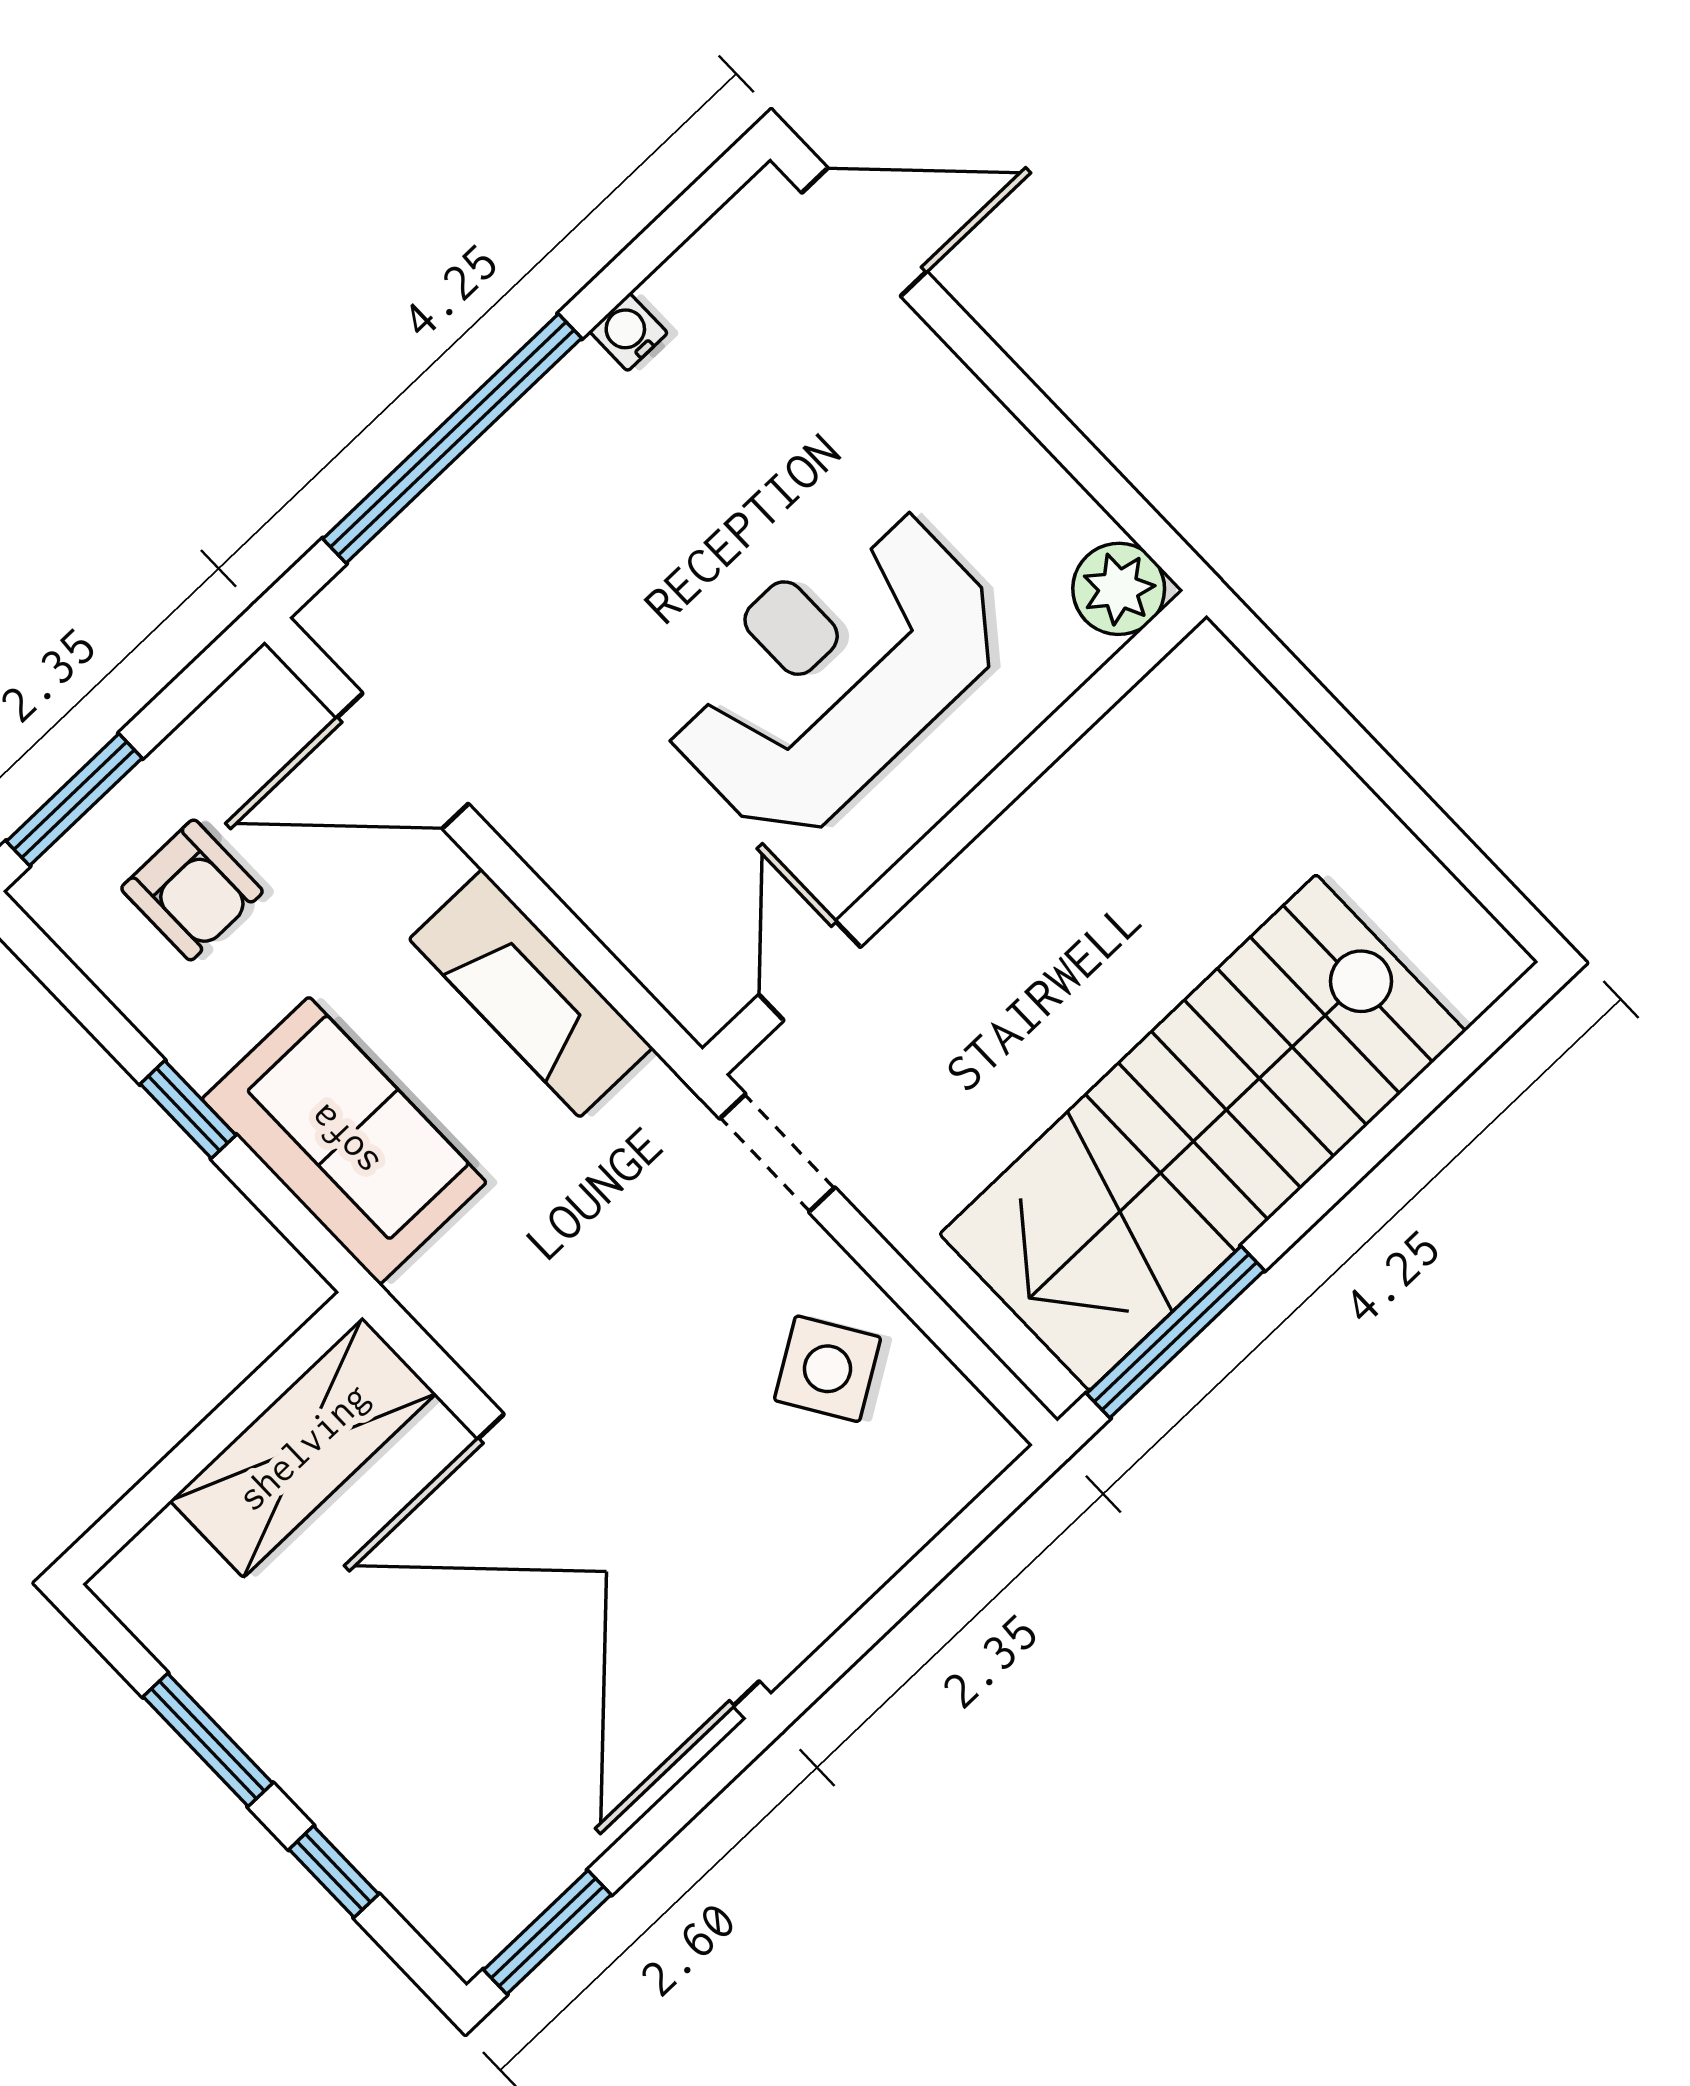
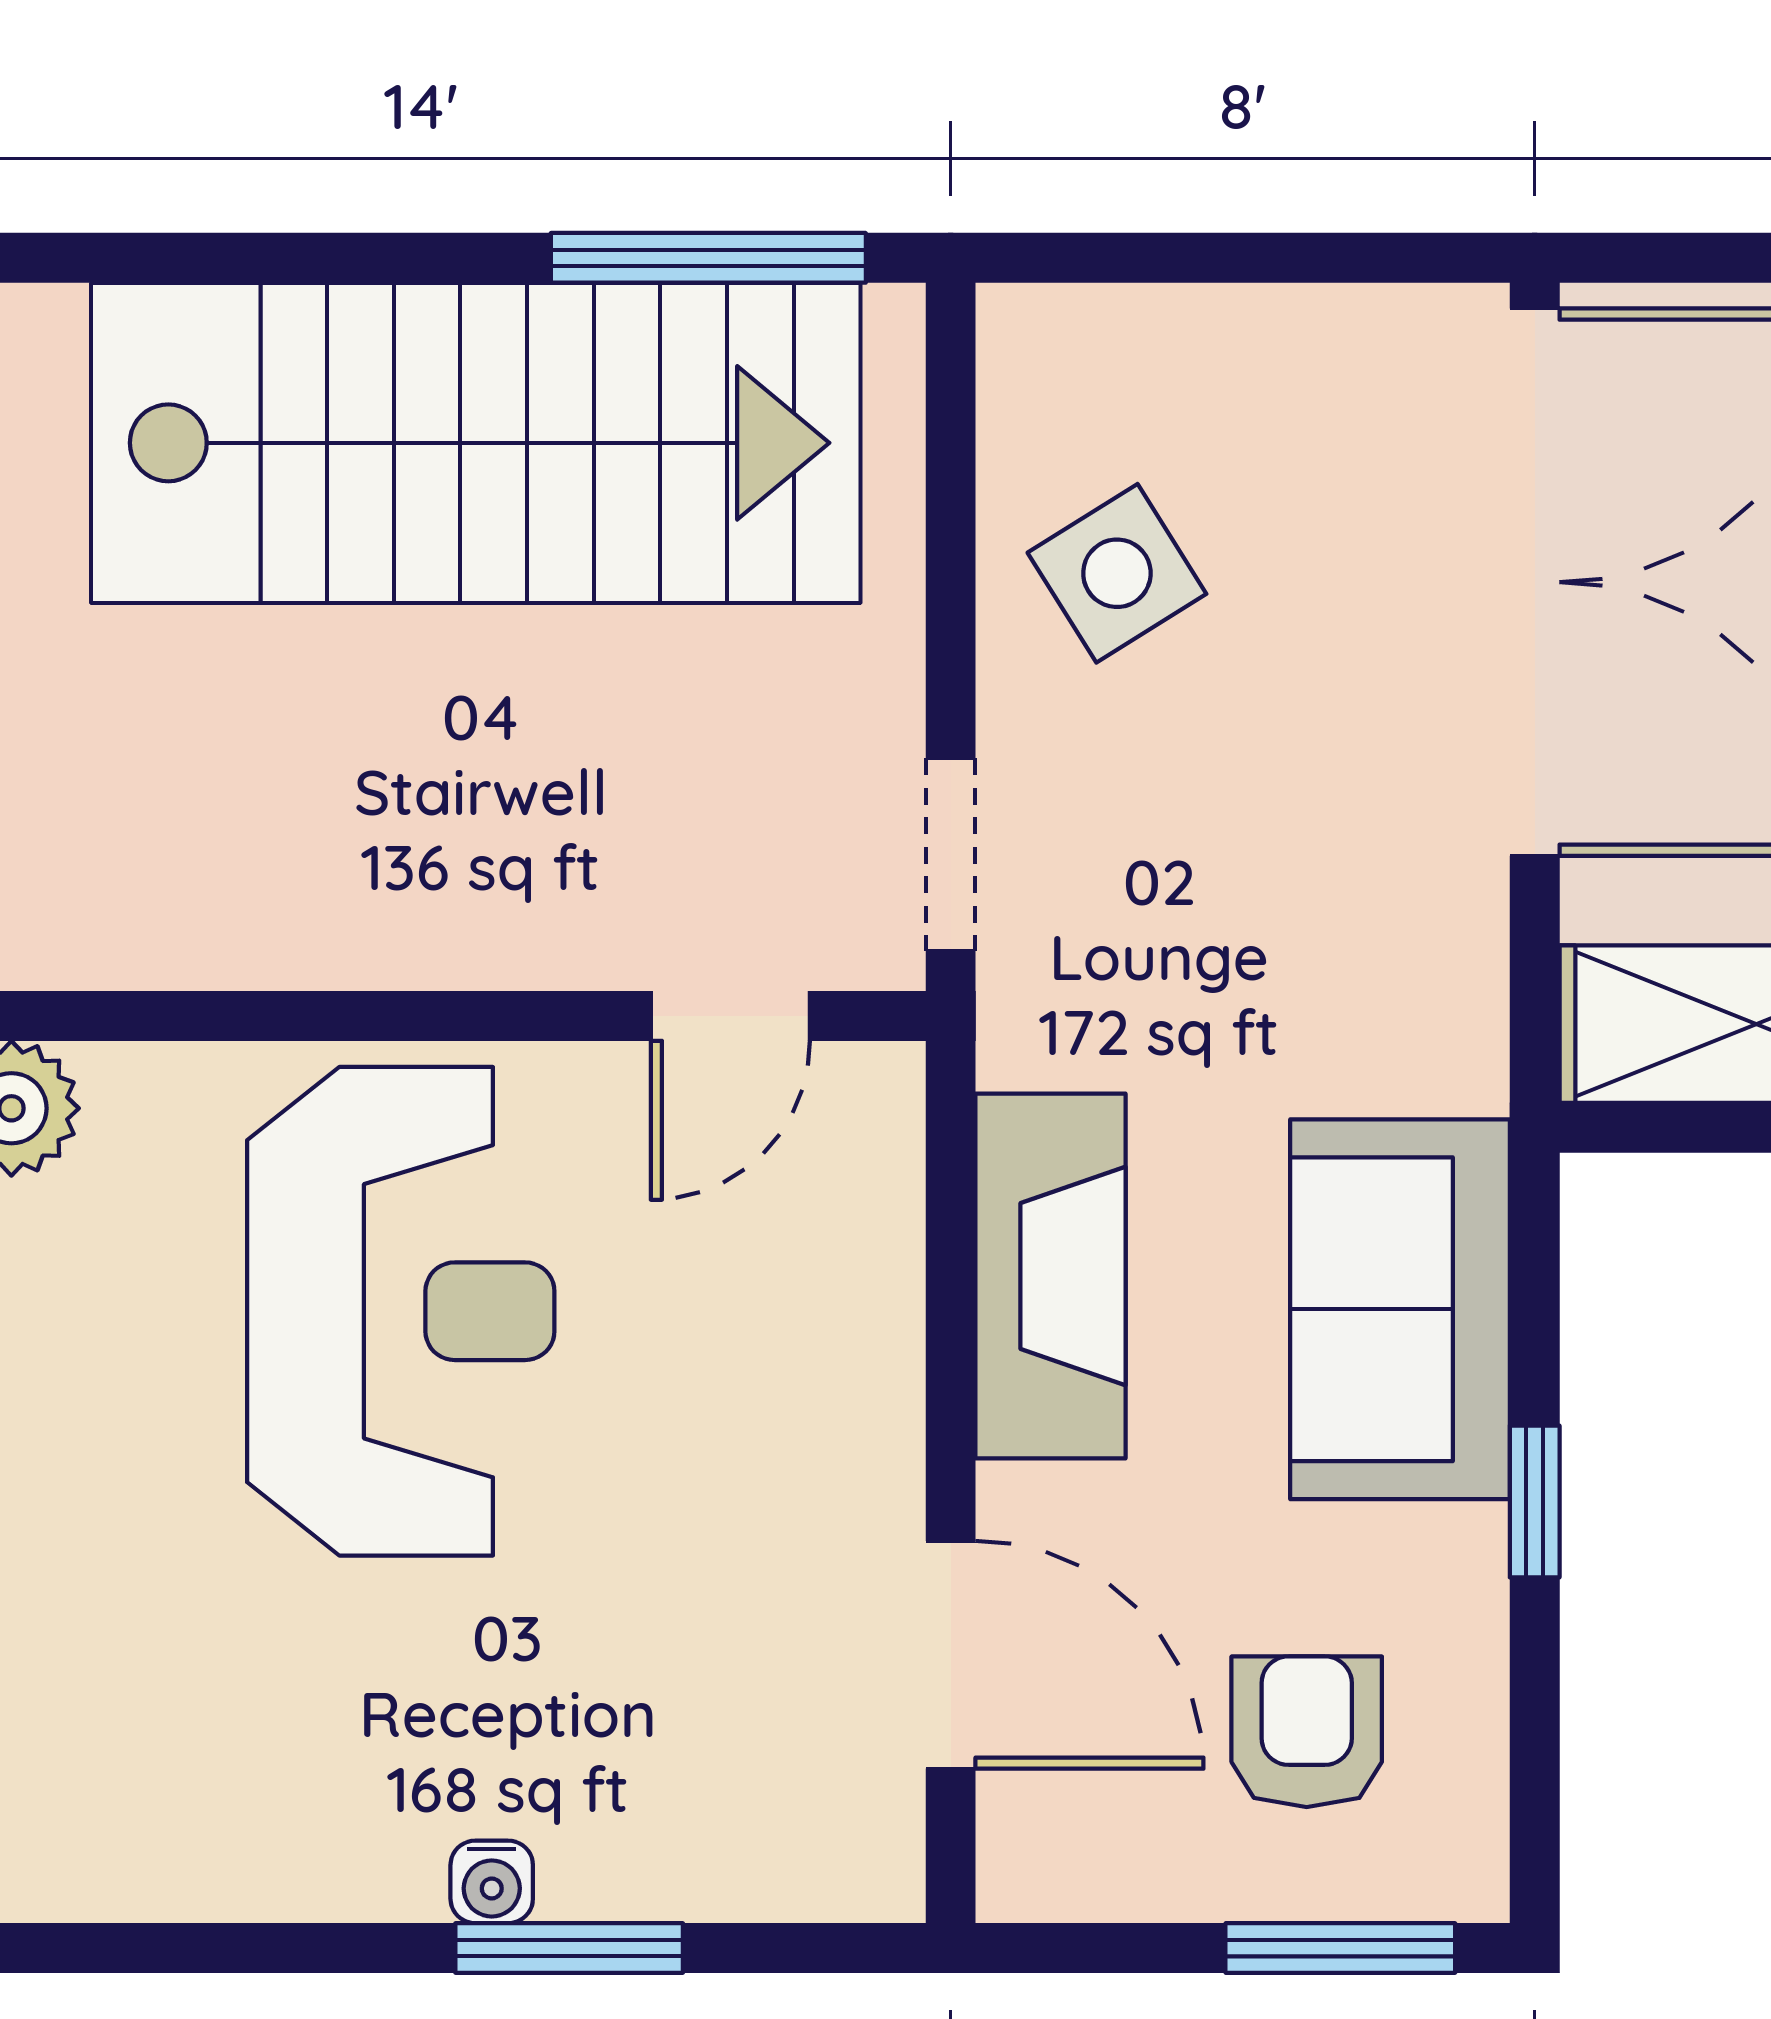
water cooler: (628, 332) -> (492, 1882), moved
window: (452, 439) -> (569, 1948), width x0.47
reception desk: (833, 672) -> (401, 1311), turned -90

